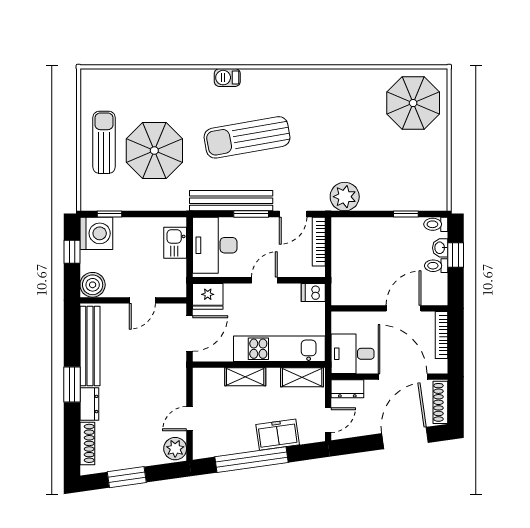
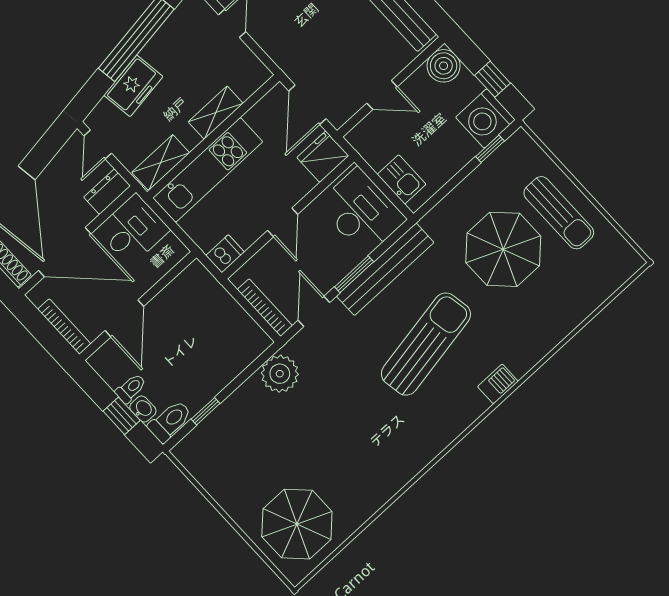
toilet: (436, 224) -> (170, 421), width x1.37, depth x1.39
door: (142, 300) -> (382, 95), swing flipped

